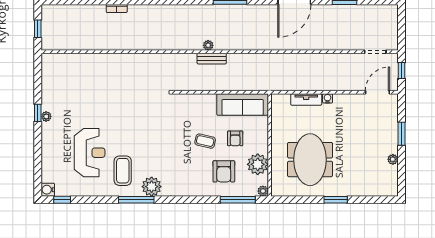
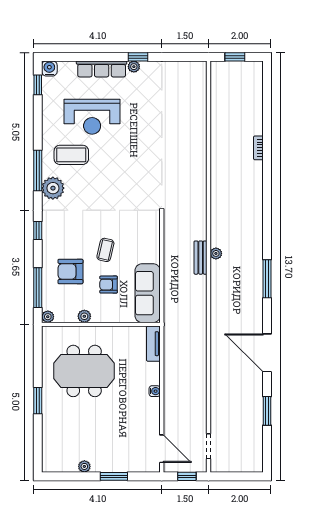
tv unit: (306, 99) -> (153, 344), moved
row of seats: (48, 144) -> (102, 69), added
plant: (258, 164) -> (84, 316), width x0.53, depth x0.53
window: (188, 200) -> (38, 231), added

